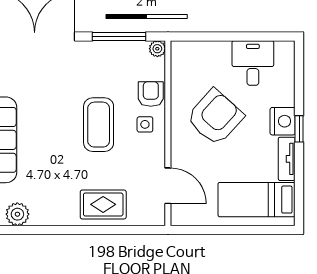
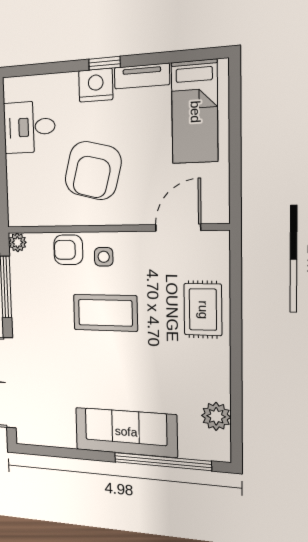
armchair: (215, 117) -> (93, 171), turned -118

